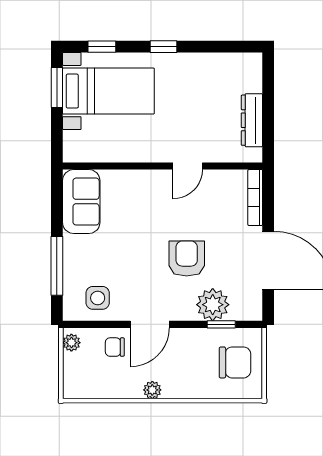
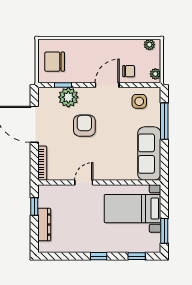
bed with nightstands: (108, 91) -> (133, 209), moved
dresser: (252, 120) -> (44, 225), moved
window: (268, 127) -> (34, 206), added
sofa: (81, 202) -> (149, 154), width x1.36
armchair: (187, 259) -> (84, 126), turned 180
plant: (152, 390) -> (149, 45), moved

